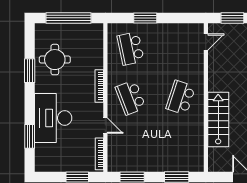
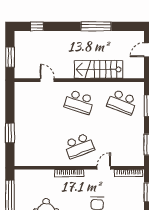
door: (206, 42) -> (47, 80), moved
school desk: (131, 49) -> (122, 102), moved, turned 33

